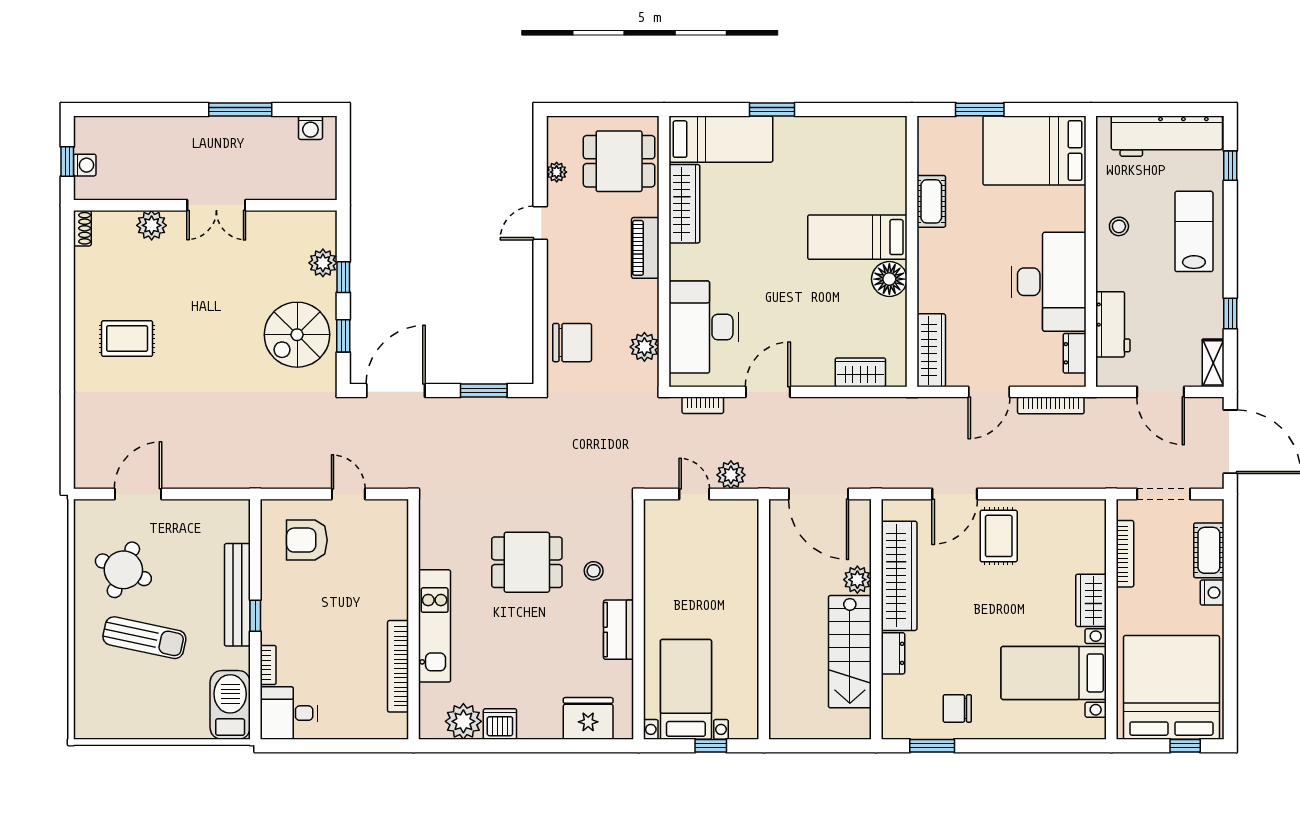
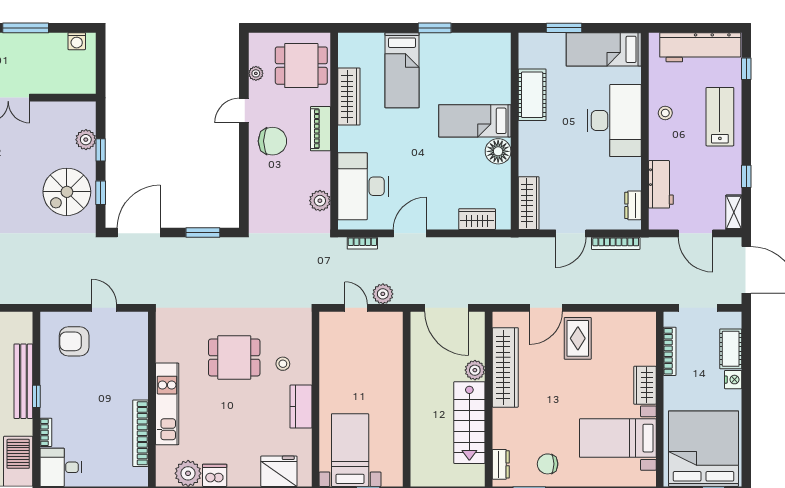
window: (772, 109) -> (435, 28), moved
bed: (721, 139) -> (402, 70), moved, turned 90
bed: (1034, 150) -> (604, 49), width x0.67
cot: (931, 201) -> (532, 95), width x1.37, depth x1.34
desk: (1049, 282) -> (614, 121), moved
chair: (572, 343) -> (272, 141), moved
dresser: (893, 653) -> (501, 464), moved

